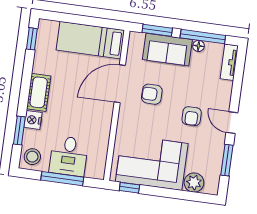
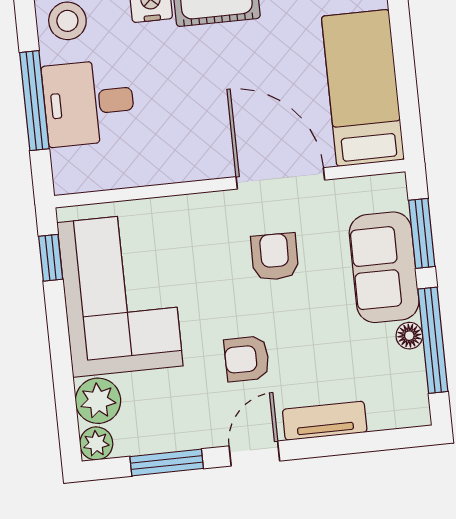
tv unit: (229, 62) -> (325, 421), moved
plant: (212, 188) -> (96, 443), added

